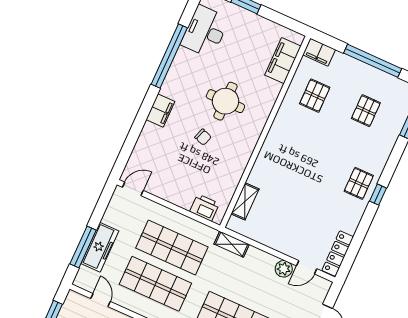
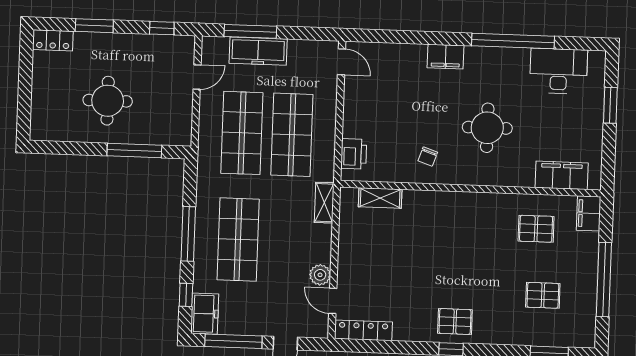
chair: (203, 137) -> (428, 157), moved

